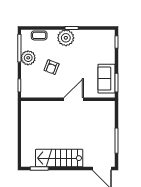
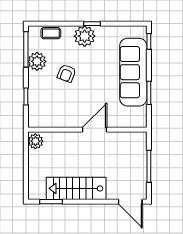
sofa: (107, 79) -> (133, 72), width x1.85, depth x1.27
wall: (68, 99) -> (87, 130), moved
door: (74, 99) -> (95, 130), moved
plant: (27, 121) -> (35, 141), added

